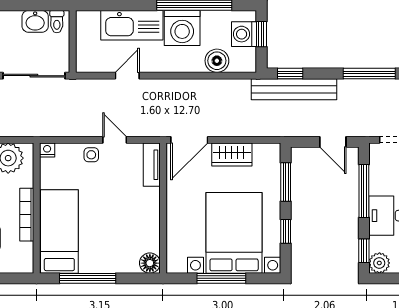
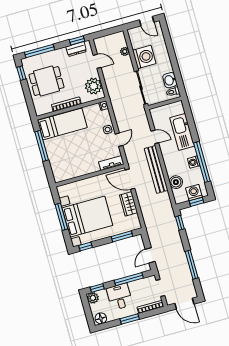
washing machine: (182, 28) -> (194, 162), width x0.53, depth x0.53
bench: (294, 89) -> (156, 169), moved
window: (286, 231) -> (85, 247), moved
floor lamp: (150, 263) -> (59, 177), removed

